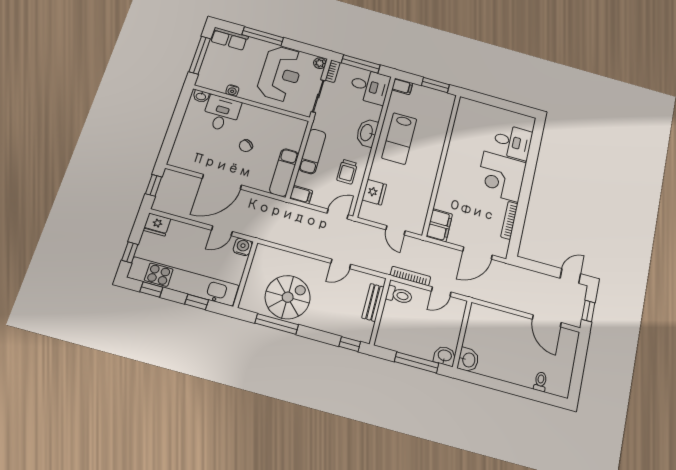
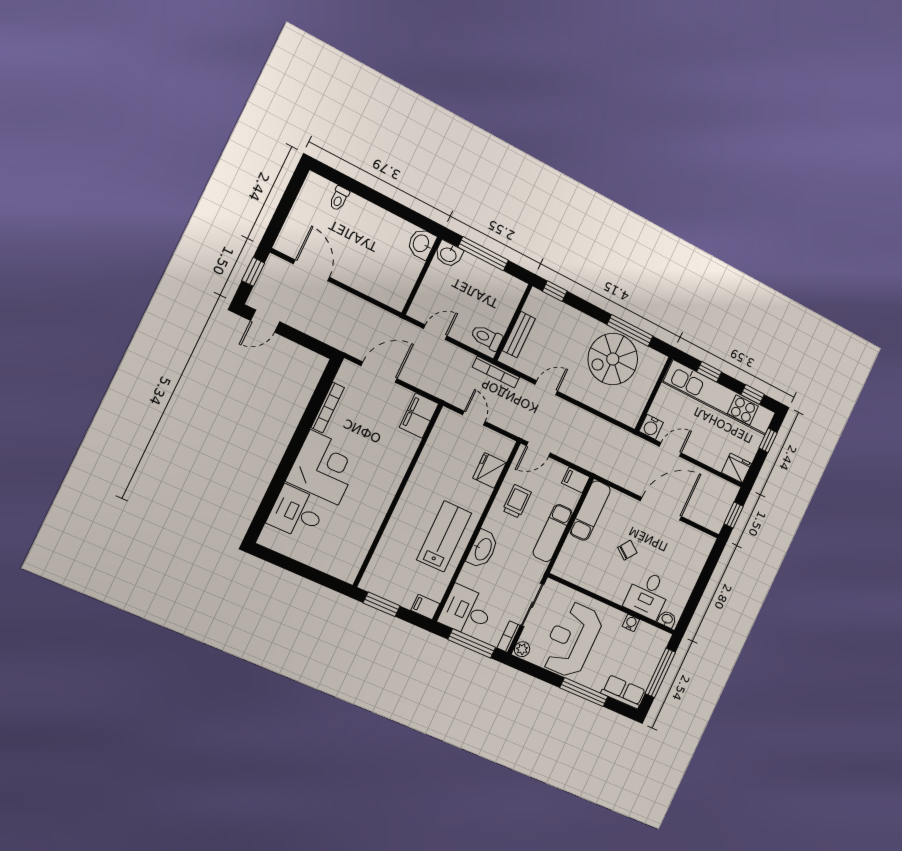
bookcase: (410, 276) -> (496, 372), moved

